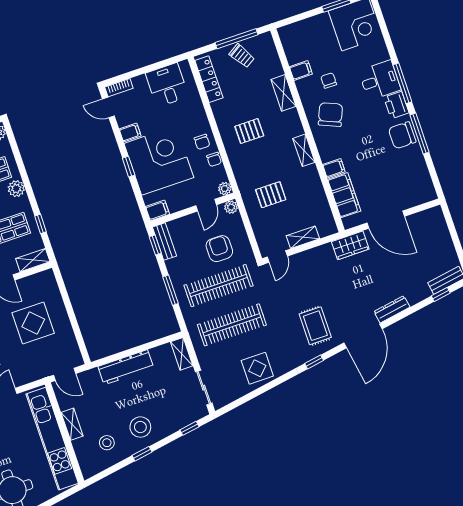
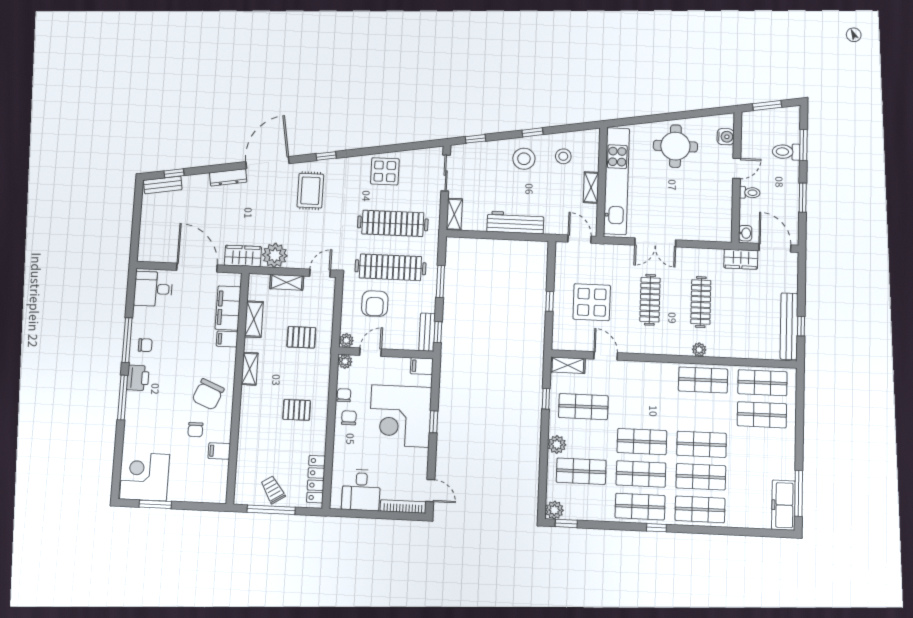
desk: (380, 80) -> (153, 289), moved
bookcase: (119, 88) -> (403, 506), width x1.56
shelving: (283, 93) -> (254, 319), moved
filing cabinet: (130, 133) -> (418, 456), removed
chair: (402, 135) -> (145, 345), width x0.54, depth x0.54
plant: (323, 257) -> (275, 255), added
window: (70, 309) -> (550, 301), added

